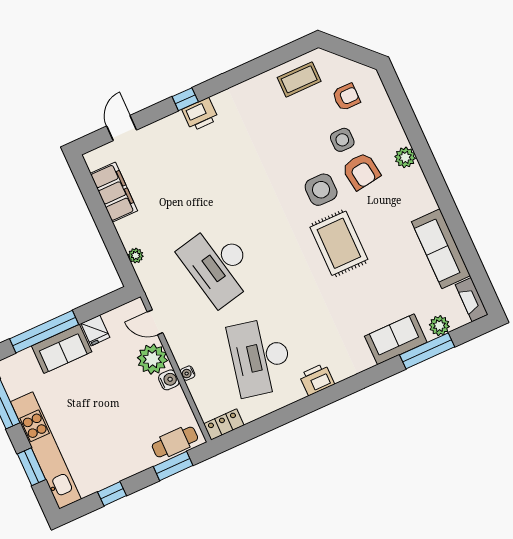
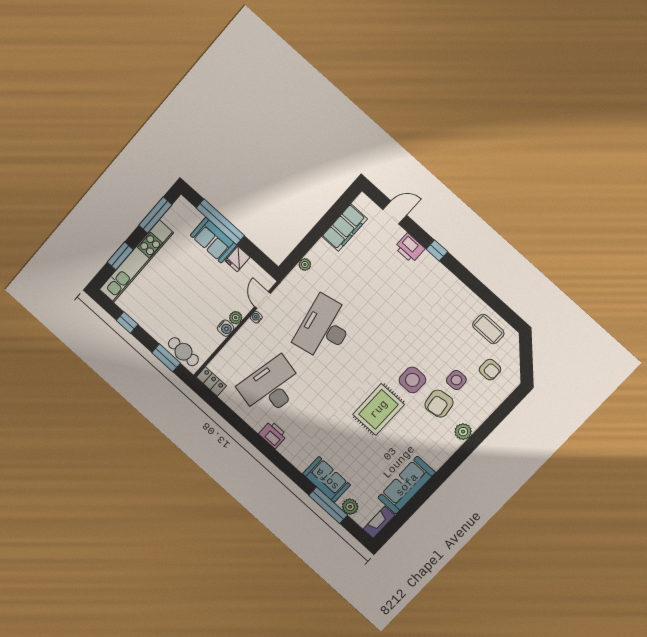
printer: (200, 114) -> (410, 248), moved
plant: (152, 359) -> (236, 318), width x0.53, depth x0.53
water cooler: (188, 373) -> (256, 317), moved

